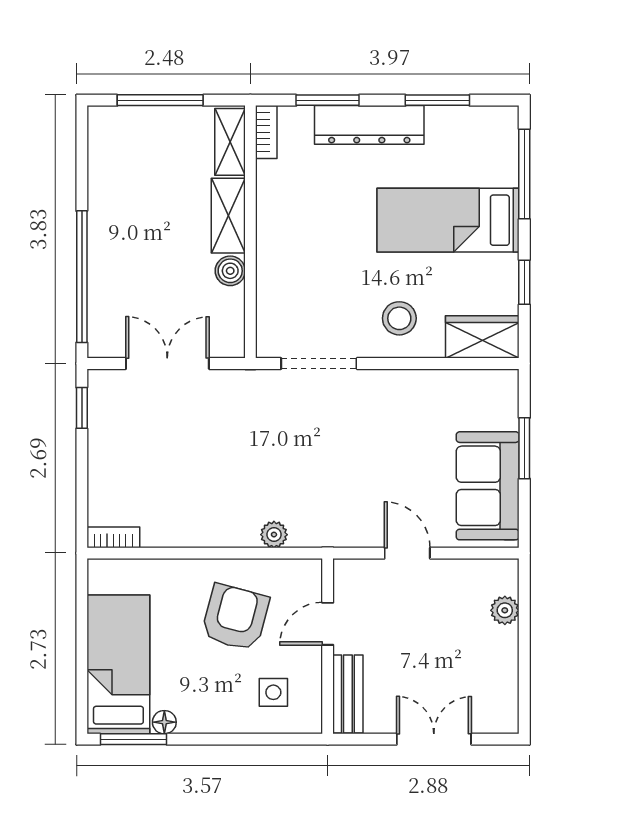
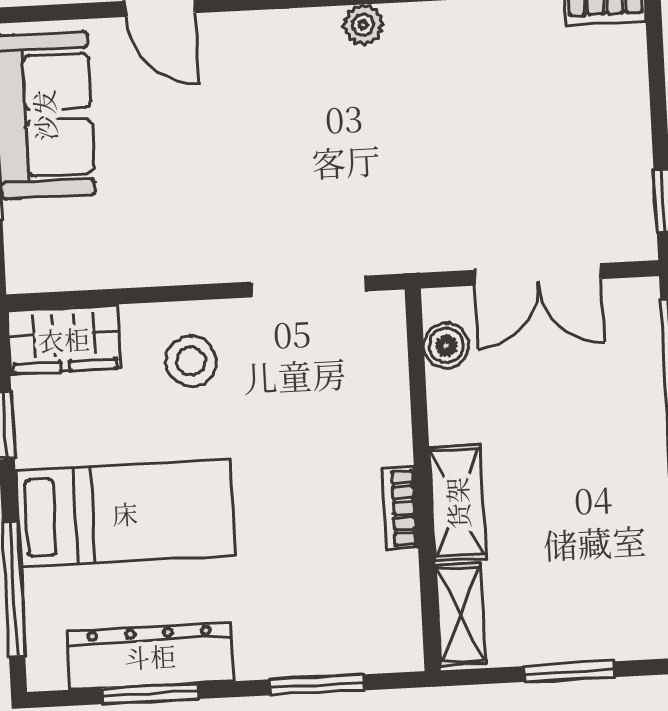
window: (160, 100) -> (569, 672), width x0.69
dresser: (369, 125) -> (150, 656), moved
bookcase: (266, 132) -> (400, 508), moved
boiler: (230, 271) -> (446, 346), moved

